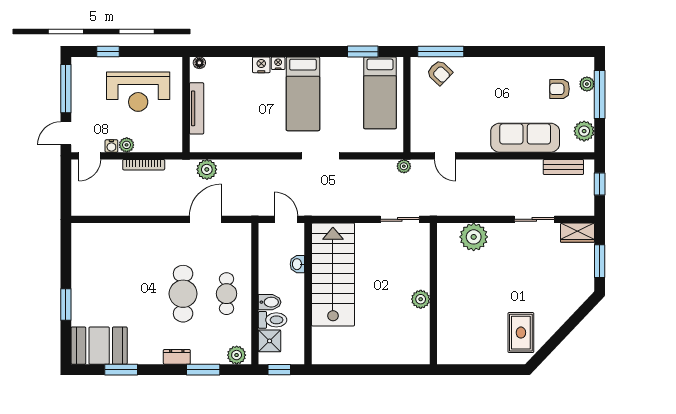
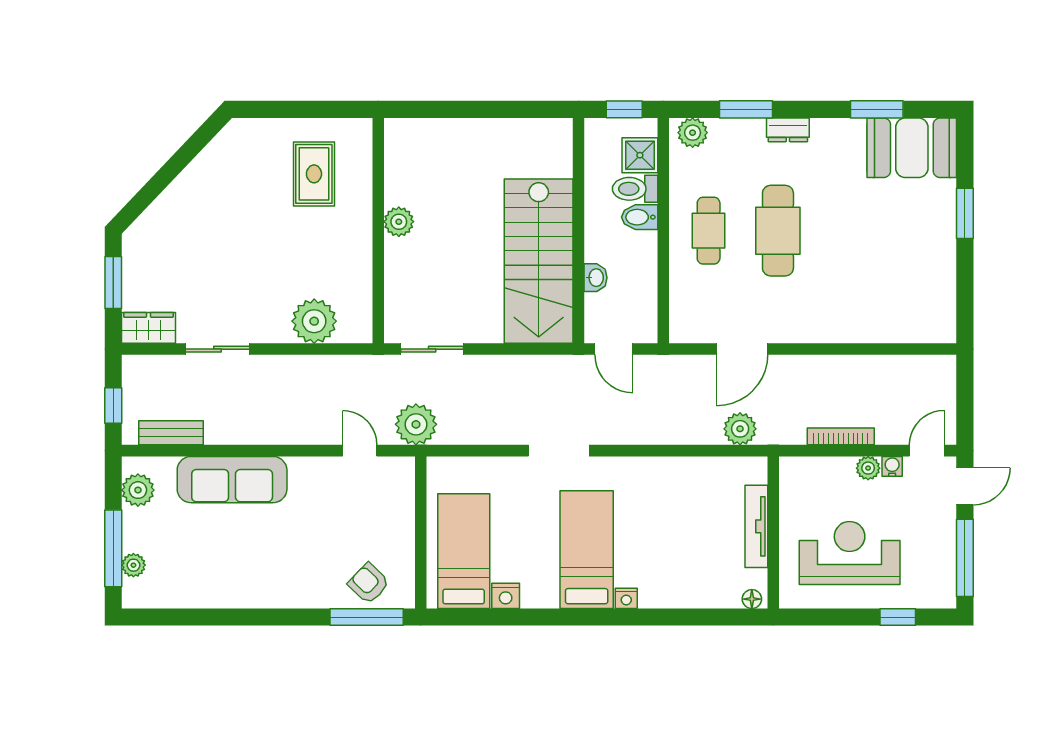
window: (363, 52) -> (491, 617), removed
nightstand: (261, 65) -> (506, 596), moved
armchair: (560, 89) -> (177, 557), removed
plant: (404, 166) -> (416, 424), width x1.88, depth x1.88
rug: (521, 333) -> (314, 174), moved

